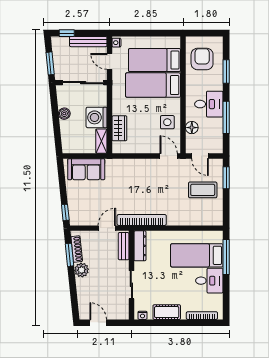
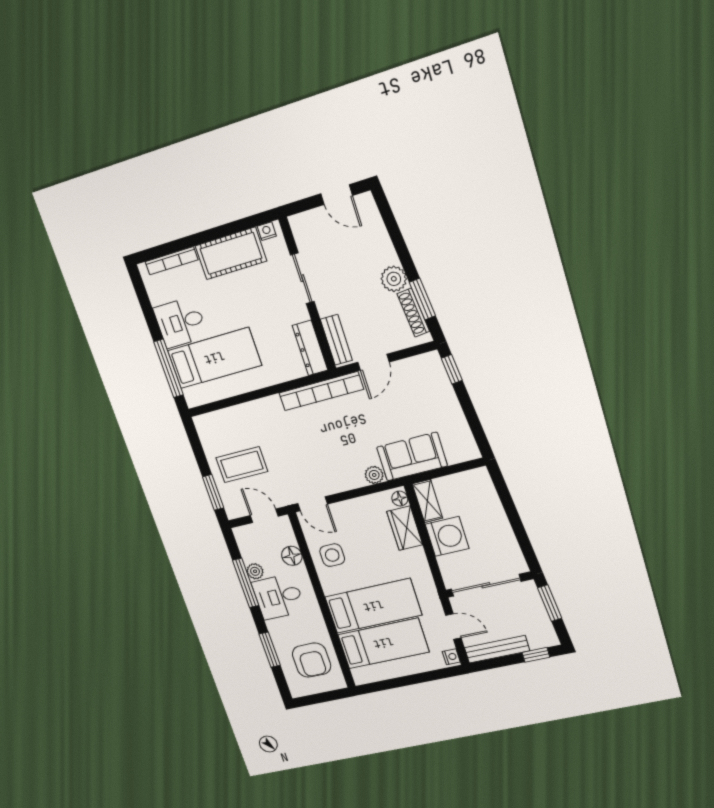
boiler: (64, 114) -> (502, 530), removed
plant: (218, 123) -> (255, 571), added
floor lamp: (117, 147) -> (400, 499), added
plant: (127, 164) -> (374, 475), added
sofa: (86, 169) -> (412, 457), moved
cot: (167, 312) -> (231, 253), width x1.37, depth x1.34

